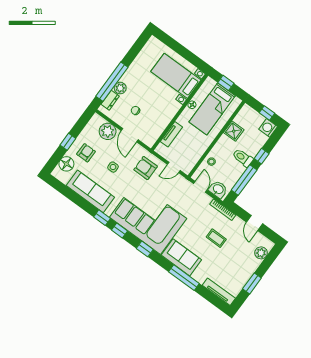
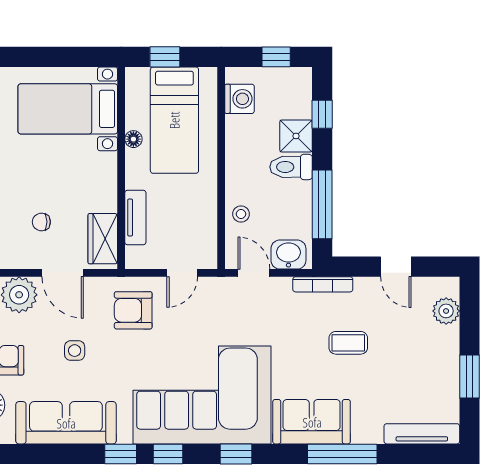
washing machine: (268, 128) -> (240, 99), moved, turned 180
shower: (234, 131) -> (296, 136), moved
wardrobe: (154, 133) -> (103, 239), added
window: (262, 156) -> (322, 114), moved

